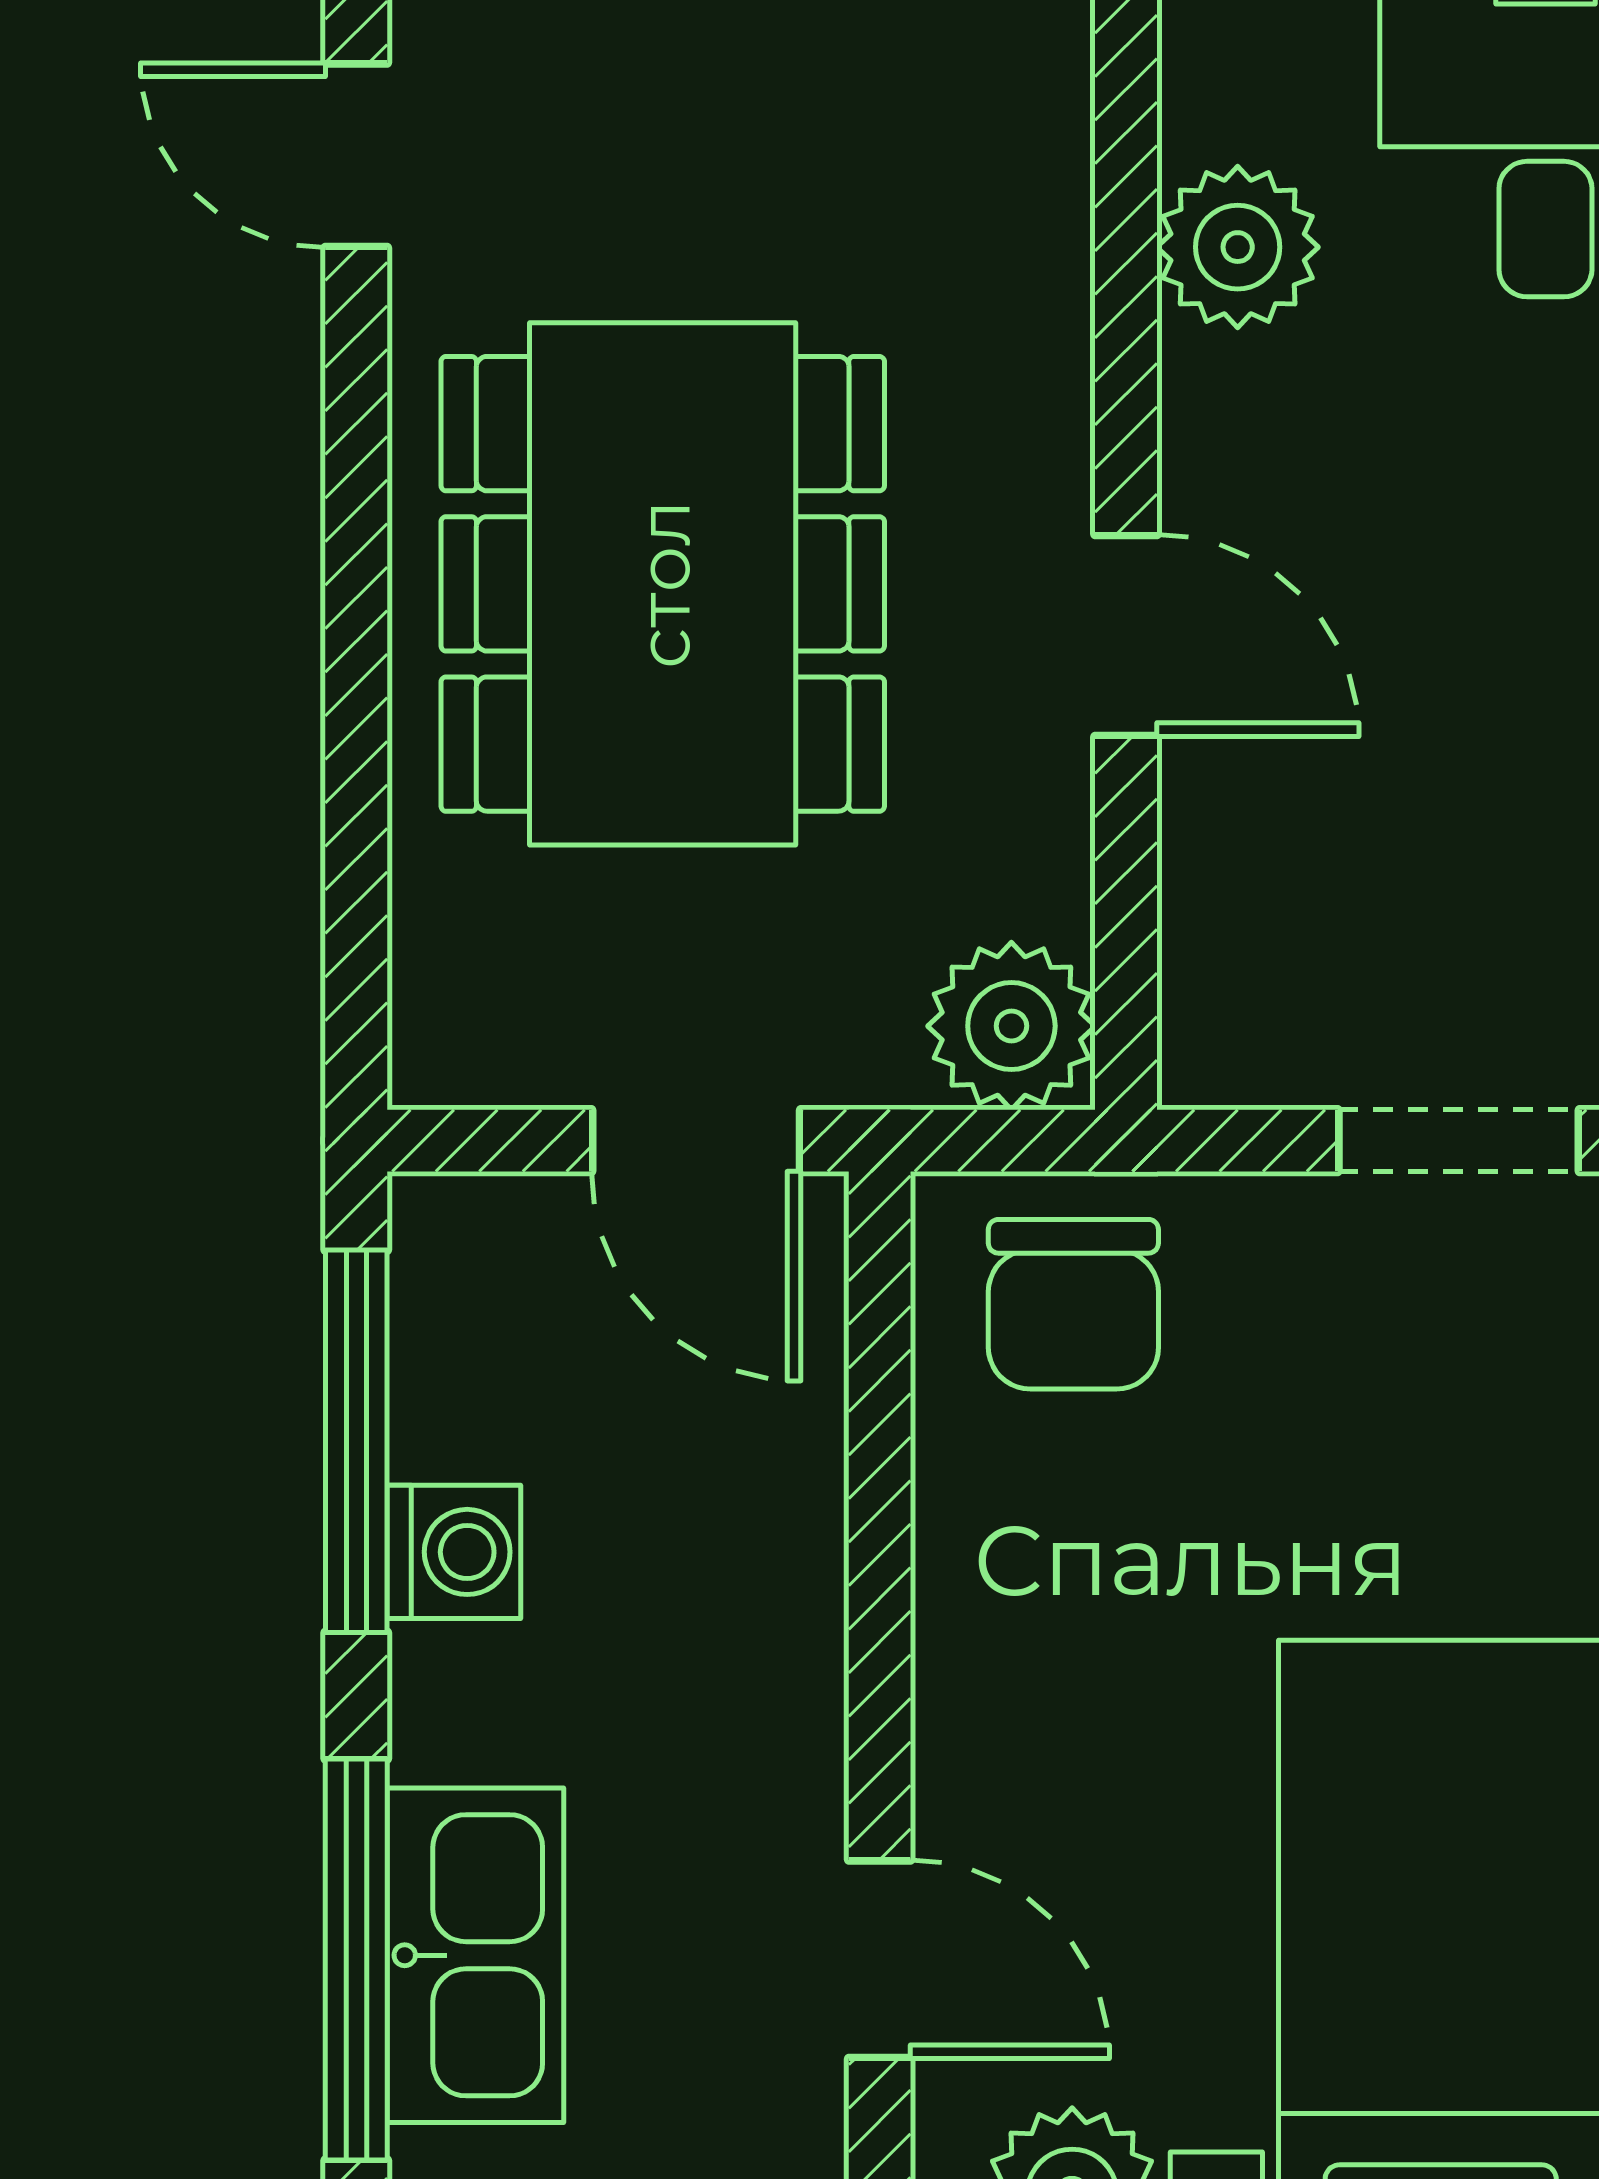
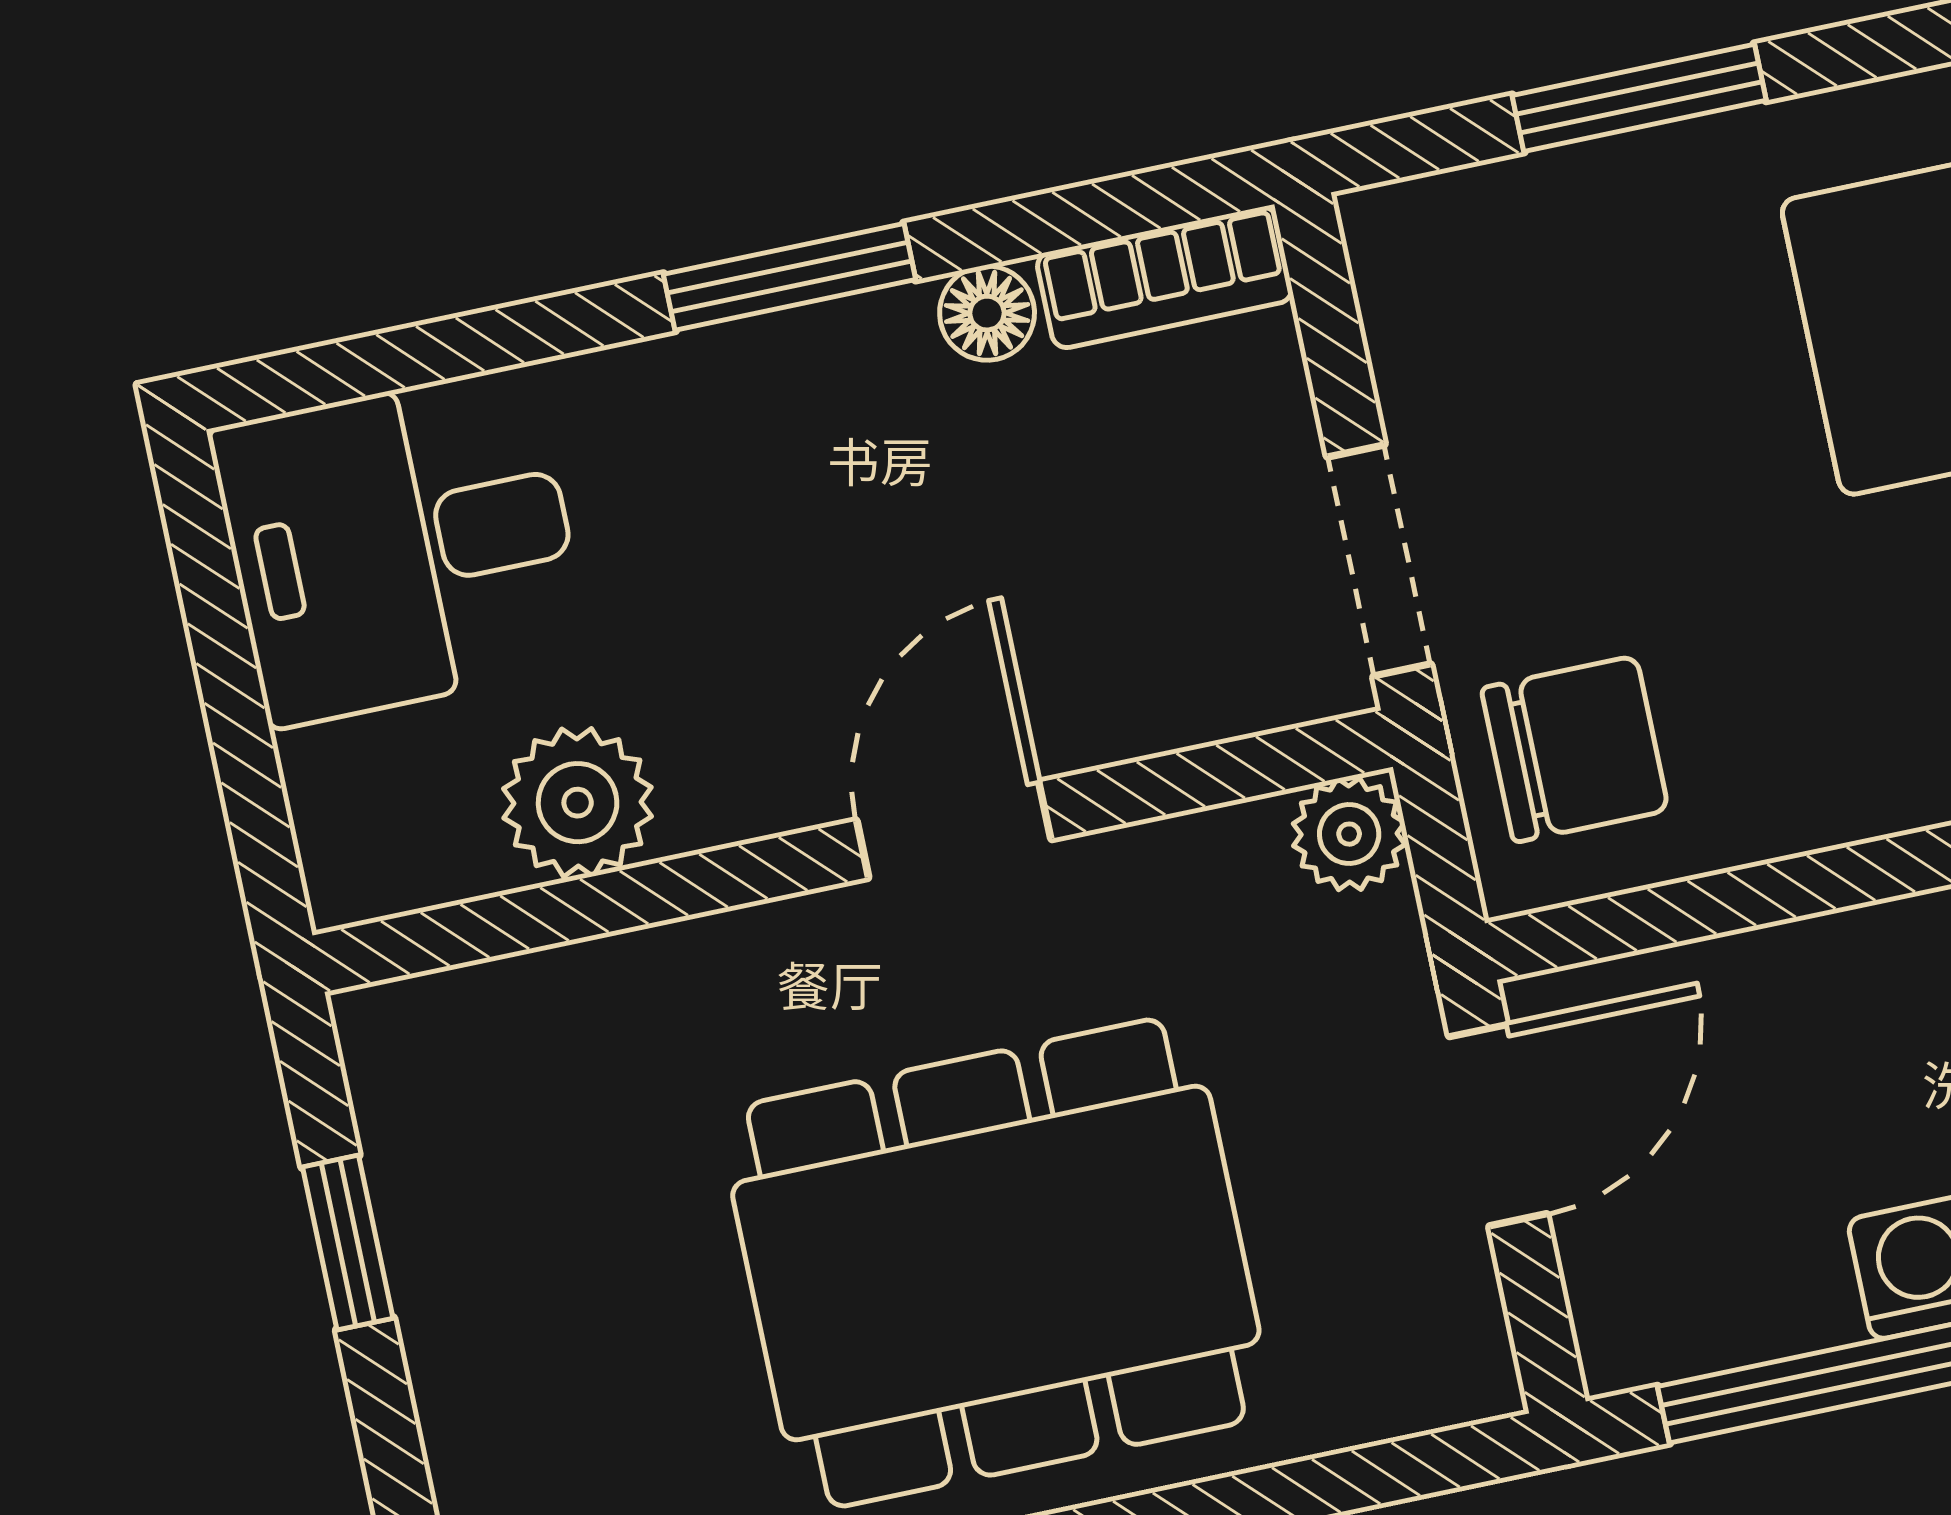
plant: (1011, 1026) -> (1349, 834), width x0.73, depth x0.73
doorway: (1459, 1141) -> (1379, 561), moved

